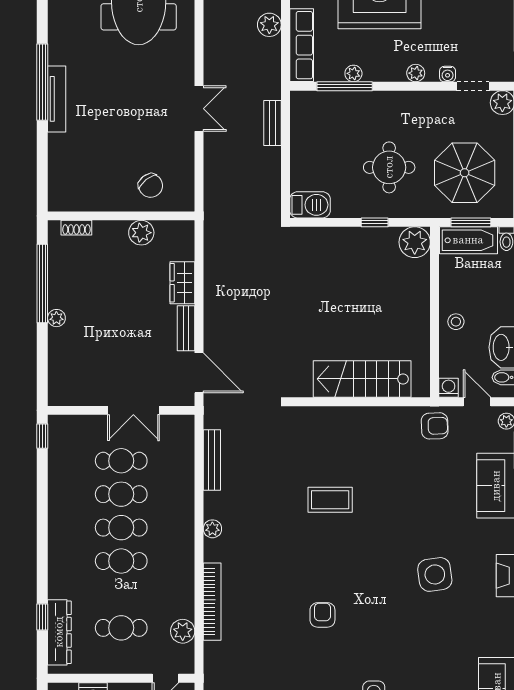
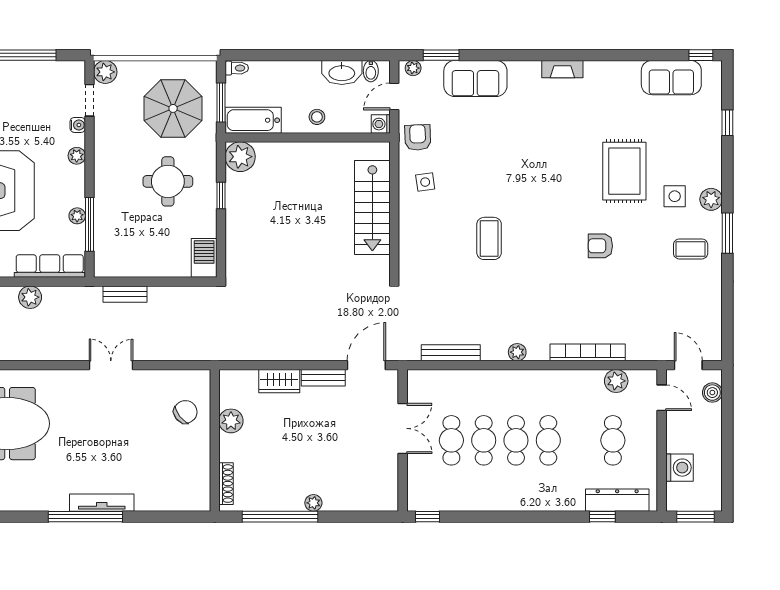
shoe rack: (76, 228) -> (226, 484), width x1.43
bathtub: (468, 240) -> (253, 120), moved, turned -90
side table: (435, 574) -> (425, 182), moved, width x0.54, depth x0.54
rug: (400, 640) -> (624, 171), added

